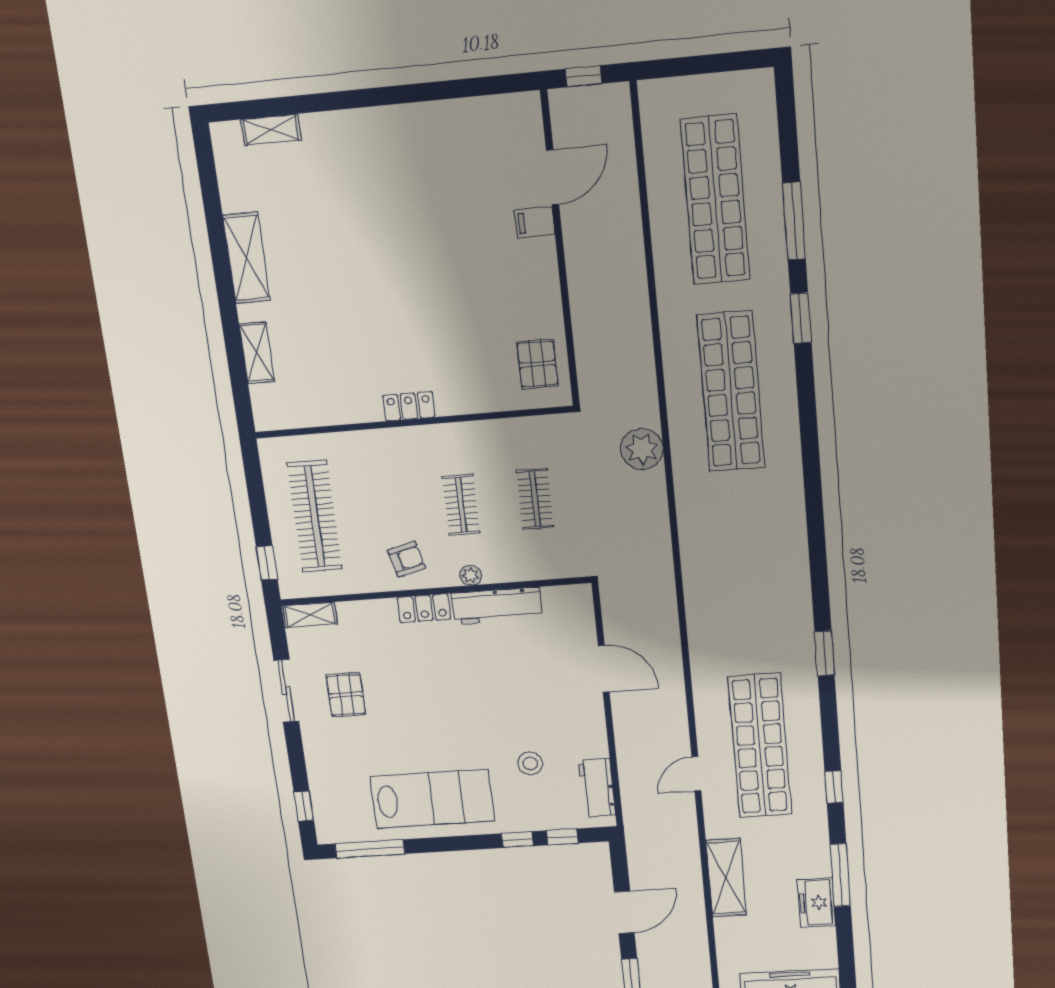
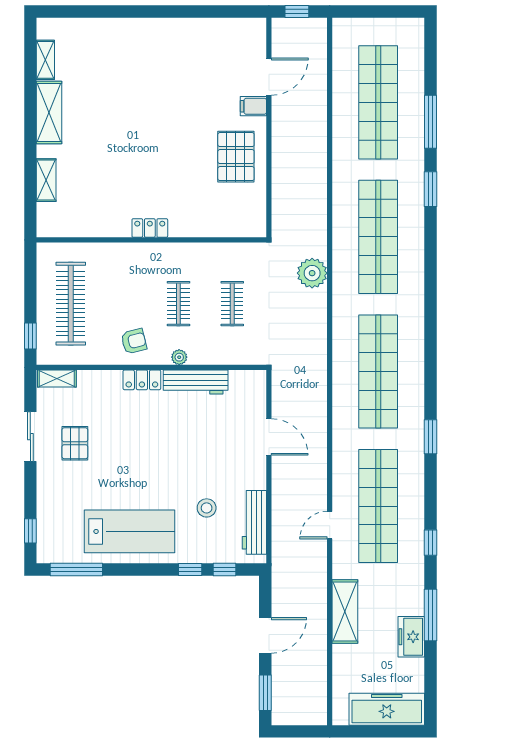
shelving: (271, 130) -> (45, 60), moved, turned 90
pallet: (537, 364) -> (236, 157), moved, width x1.50, depth x1.42
shop shelf: (746, 573) -> (378, 371), added
workbench: (597, 788) -> (254, 522), width x1.38

